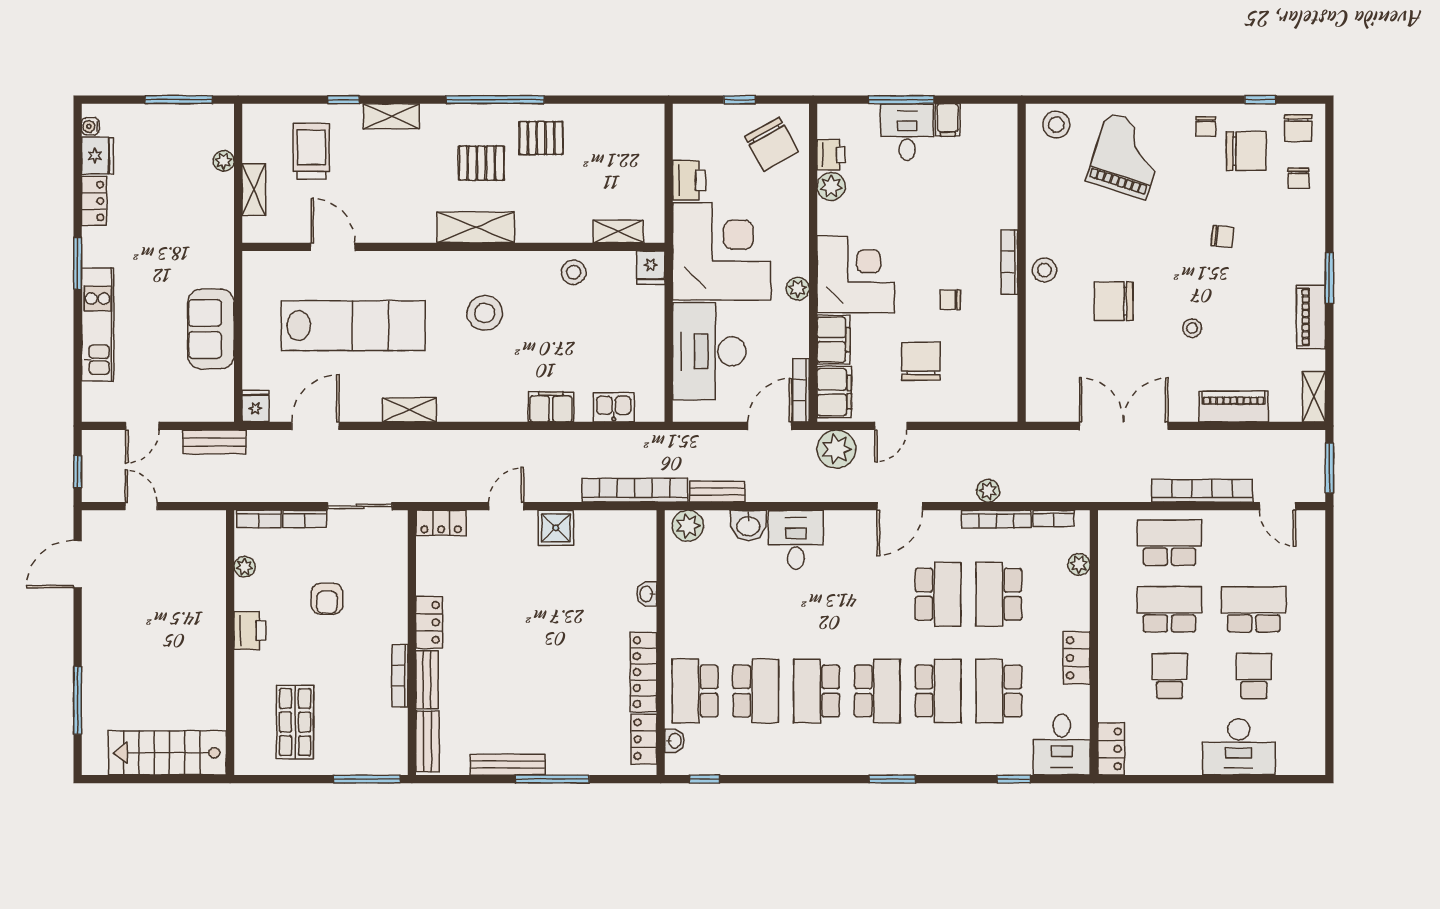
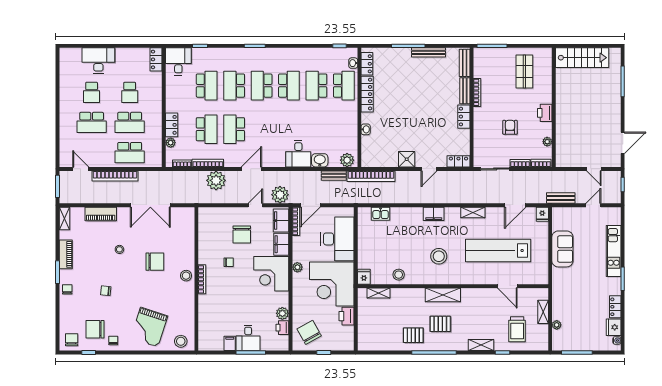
chair: (1299, 178) -> (67, 289), moved
filing cabinet: (551, 407) -> (434, 214), moved
plant: (988, 491) -> (216, 180), width x1.87, depth x1.87
locker: (1077, 658) -> (172, 125), moved

